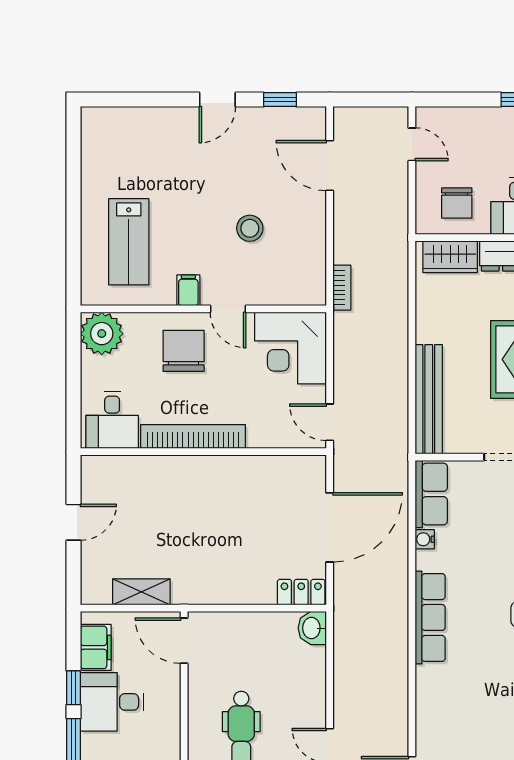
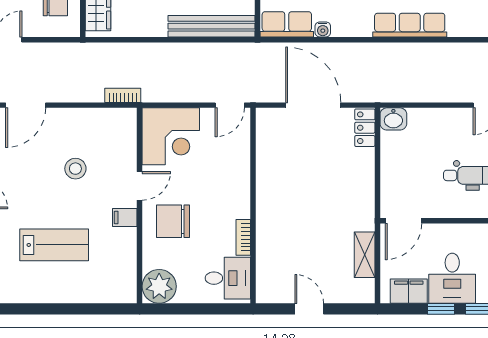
lab bench: (129, 242) -> (54, 245), moved
bookcase: (193, 436) -> (243, 237), width x0.43, depth x0.76
row of seats: (430, 617) -> (410, 25), moved

